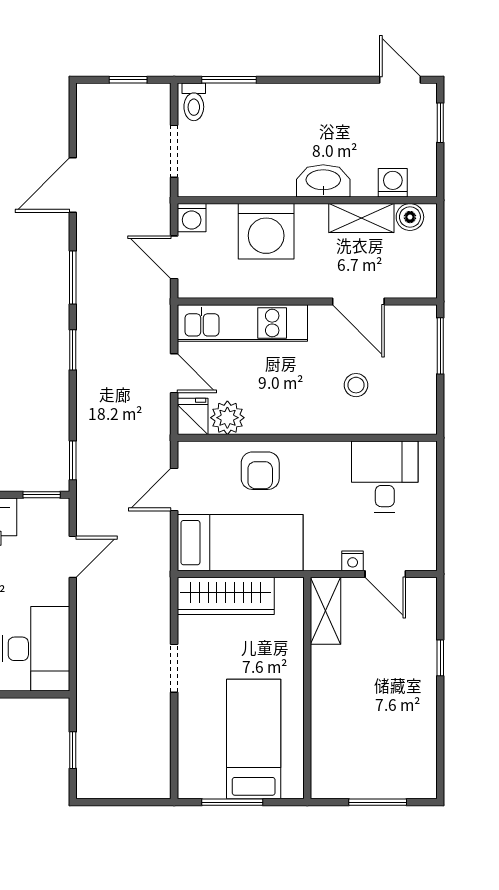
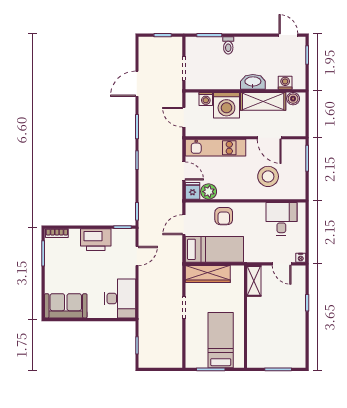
toilet: (194, 102) -> (228, 45), moved
washing machine: (192, 218) -> (206, 99), moved
shelving: (361, 218) -> (263, 101), width x1.50, depth x1.33
stool: (356, 385) -> (268, 176), width x1.89, depth x1.89
nightstand: (353, 561) -> (301, 258), moved

